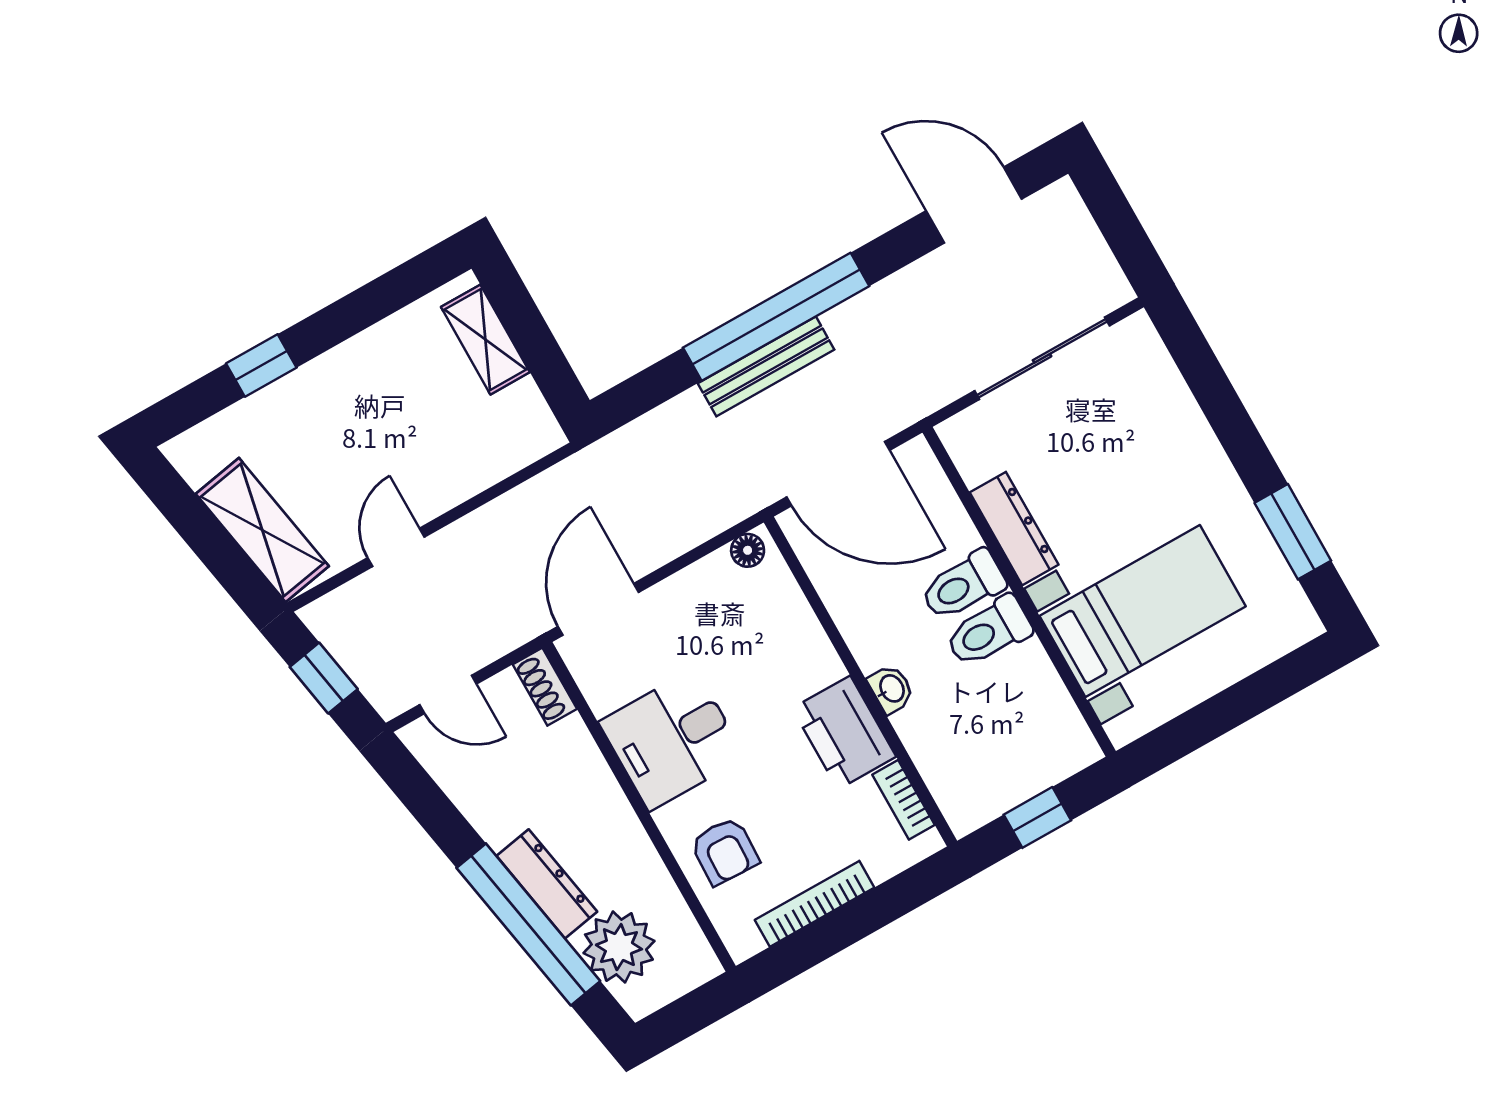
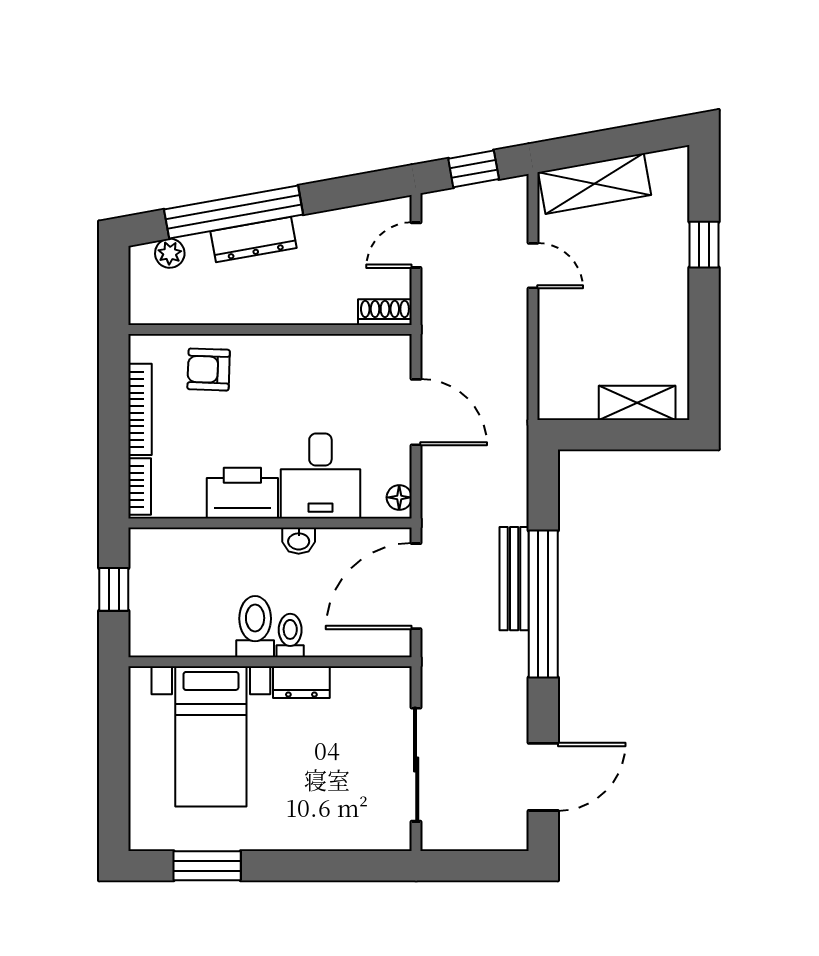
dresser: (1014, 529) -> (301, 682), width x0.70
toilet: (963, 585) -> (290, 636), width x0.73, depth x0.72
door: (598, 609) -> (416, 412), moved
washbasin: (891, 689) -> (299, 541), moved
desk: (672, 740) -> (320, 476), moved, turned 180
bookcase: (904, 800) -> (140, 486), moved, turned 90
plant: (619, 947) -> (170, 253), width x0.53, depth x0.53

